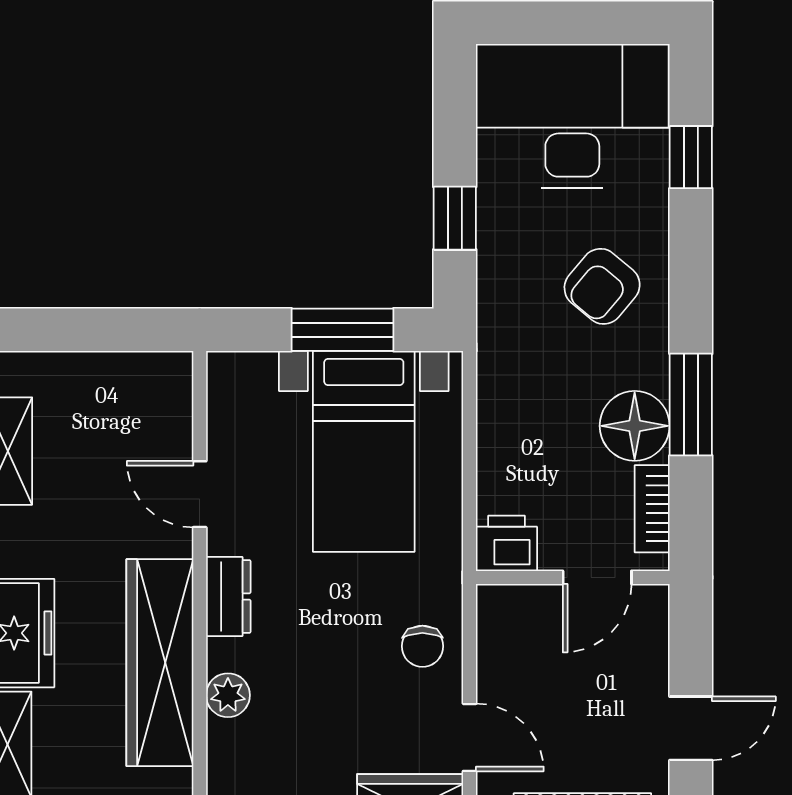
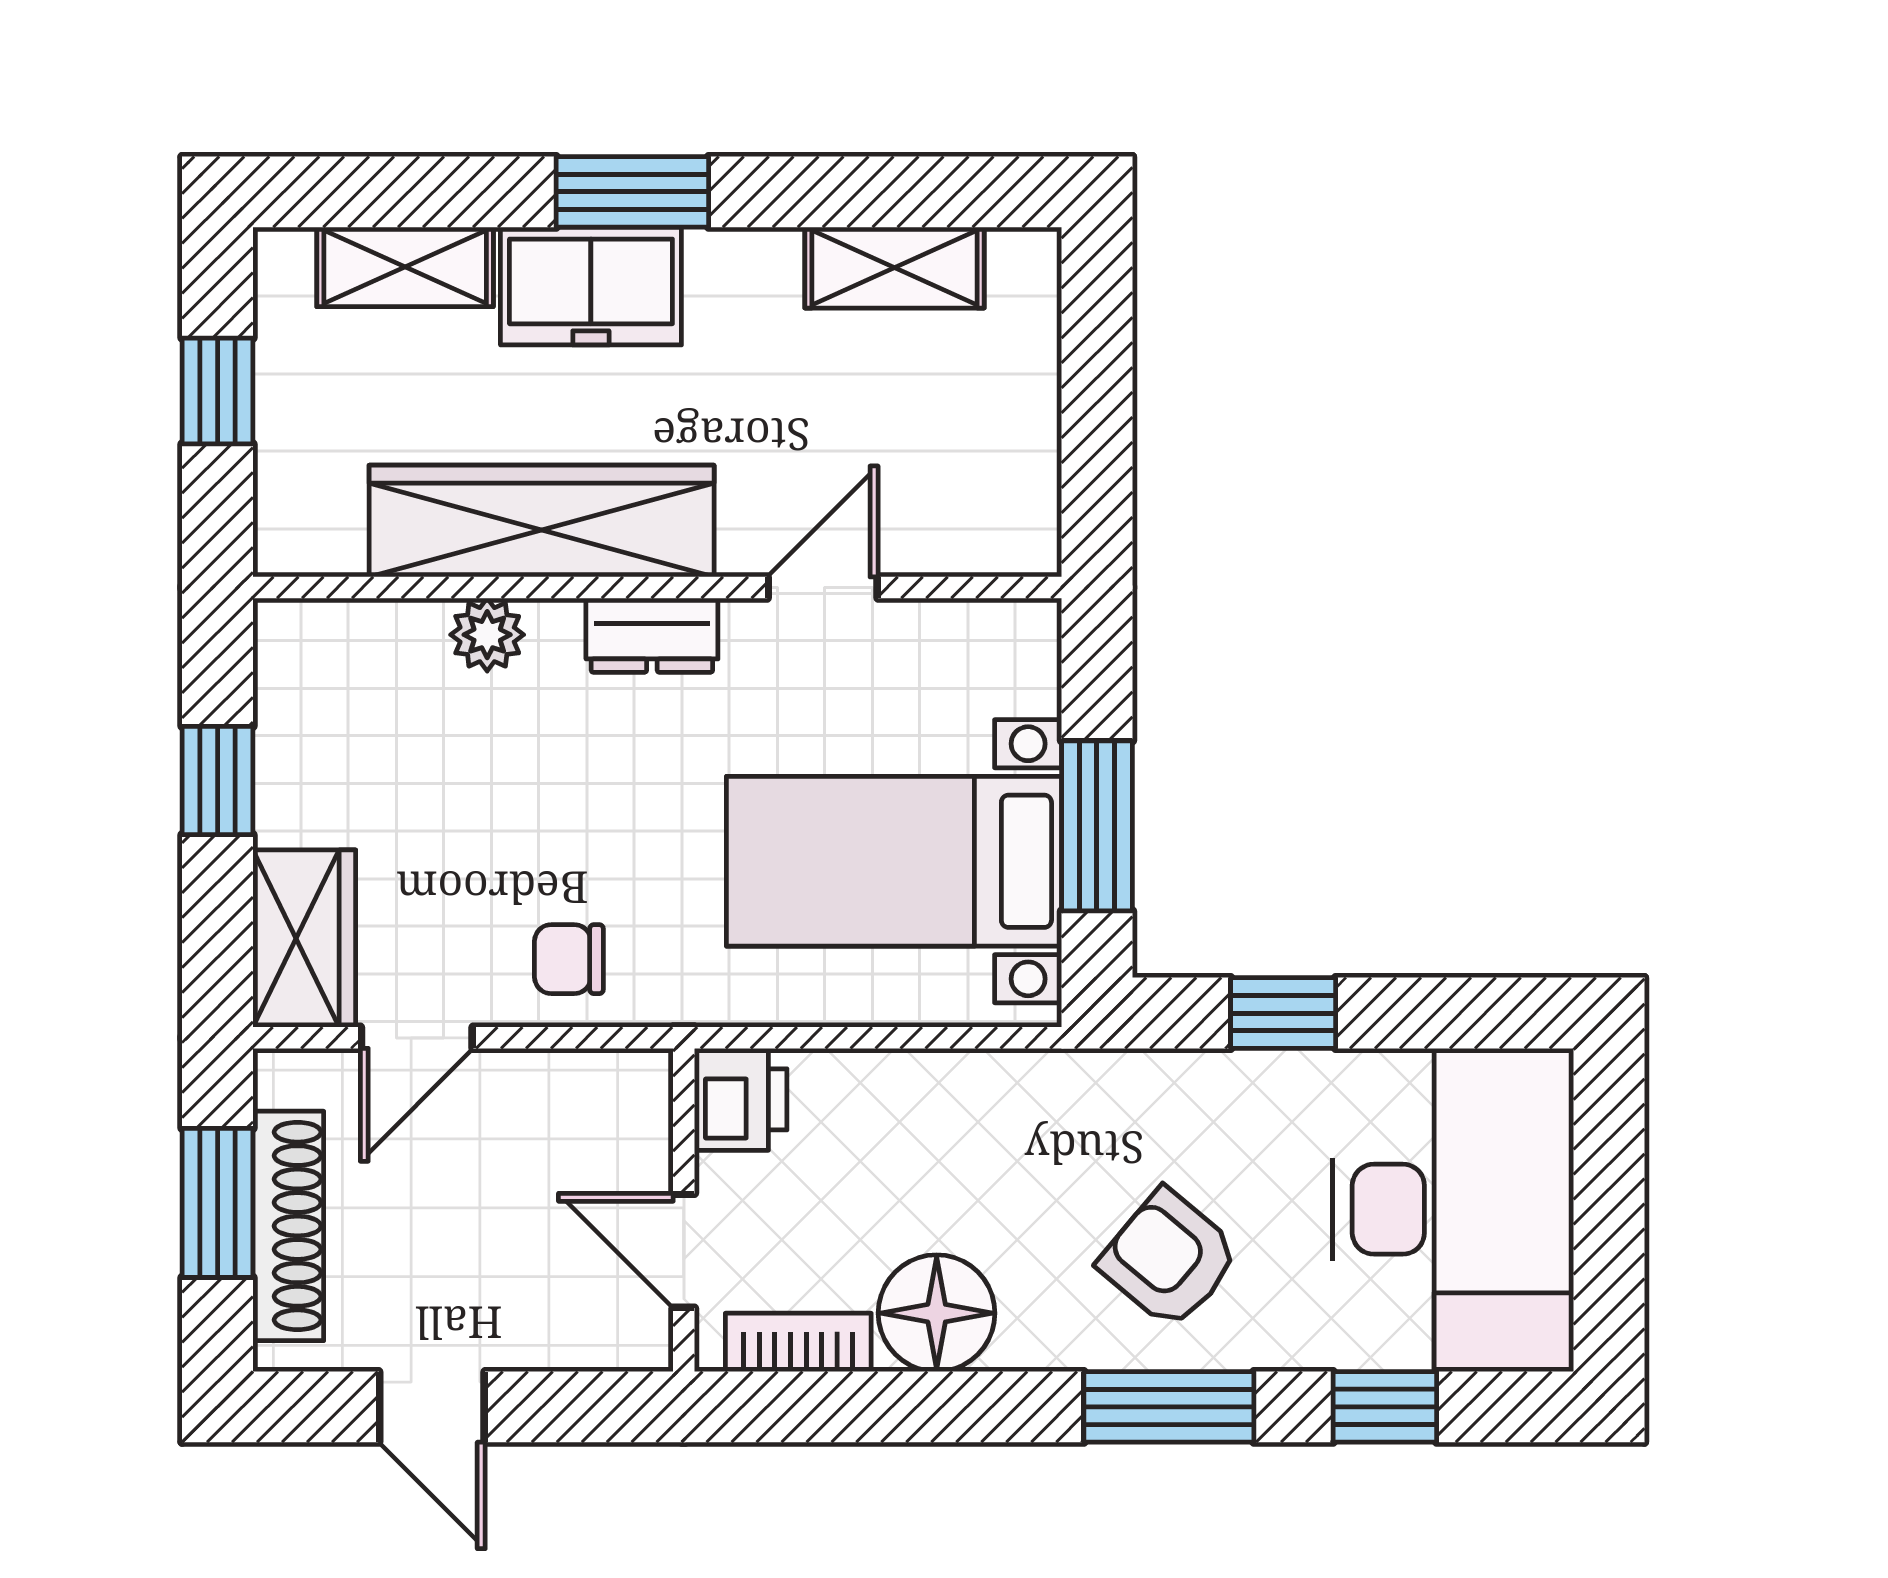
window: (691, 405) -> (1169, 1407), moved

